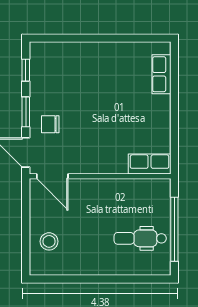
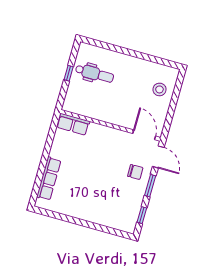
row of seats: (161, 74) -> (49, 179), width x1.48
window: (174, 229) -> (69, 73), width x0.32

